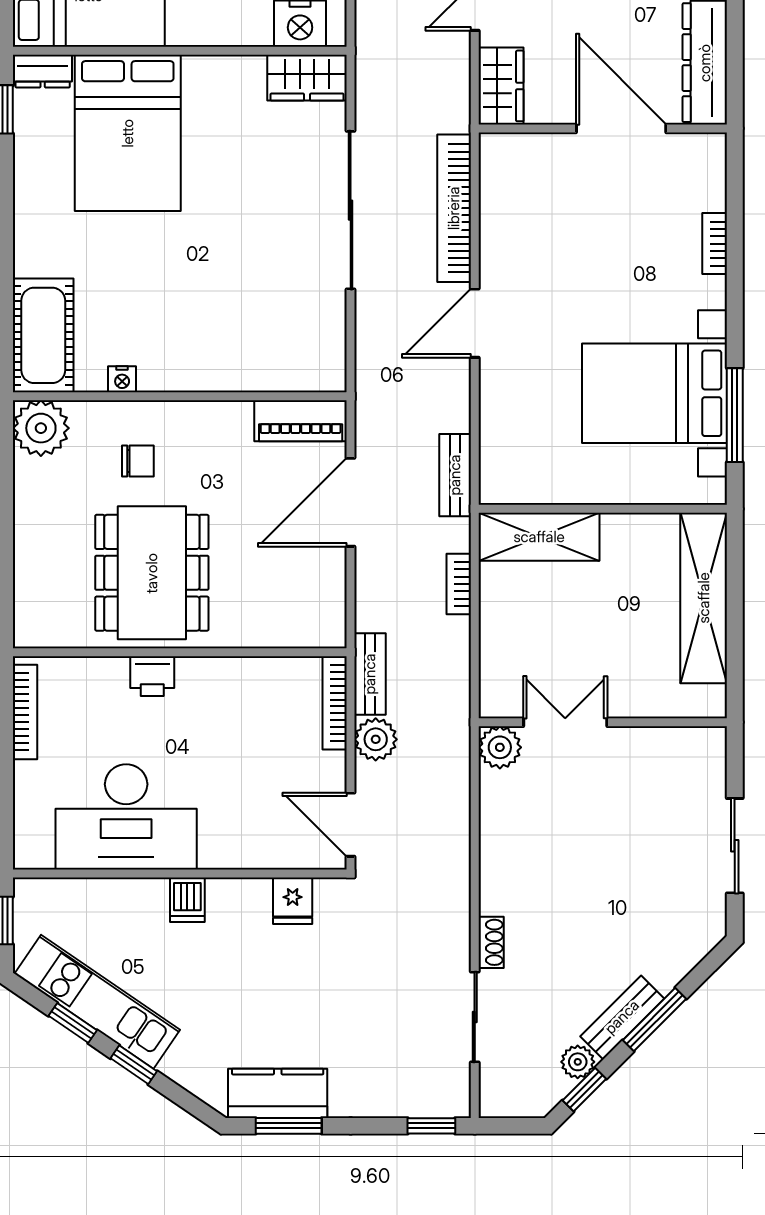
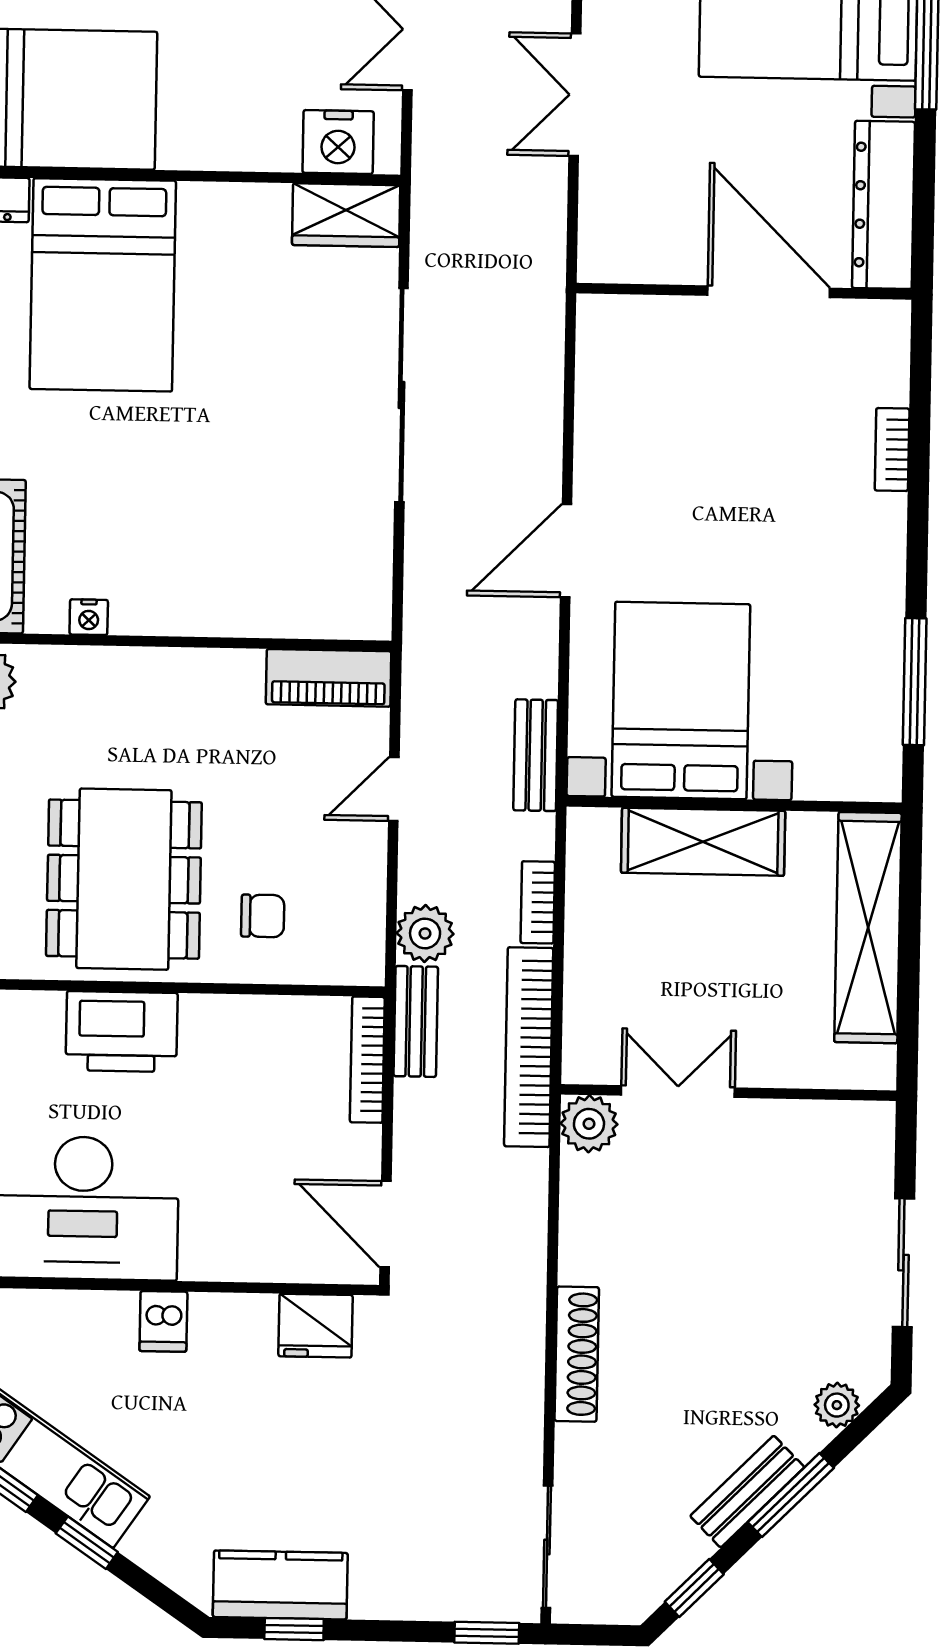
wardrobe: (501, 86) -> (608, 231), removed
bookcase: (454, 208) -> (529, 1047), moved
bed with nightstands: (655, 393) -> (681, 700), moved, turned 90
chair: (138, 461) -> (263, 916), moved
door: (351, 502) -> (394, 789), width x0.53
shelving: (539, 537) -> (703, 842), moved
printer: (152, 676) -> (122, 1032), width x1.87, depth x1.48
plant: (376, 739) -> (425, 933), moved
fridge: (293, 901) -> (315, 1326), width x1.38
shoe rack: (491, 942) -> (577, 1354), width x1.94, depth x1.24
sliding door: (475, 1017) -> (547, 1547), moved
plant: (578, 1062) -> (837, 1405), moved
window: (289, 1126) -> (294, 1629), width x0.67

